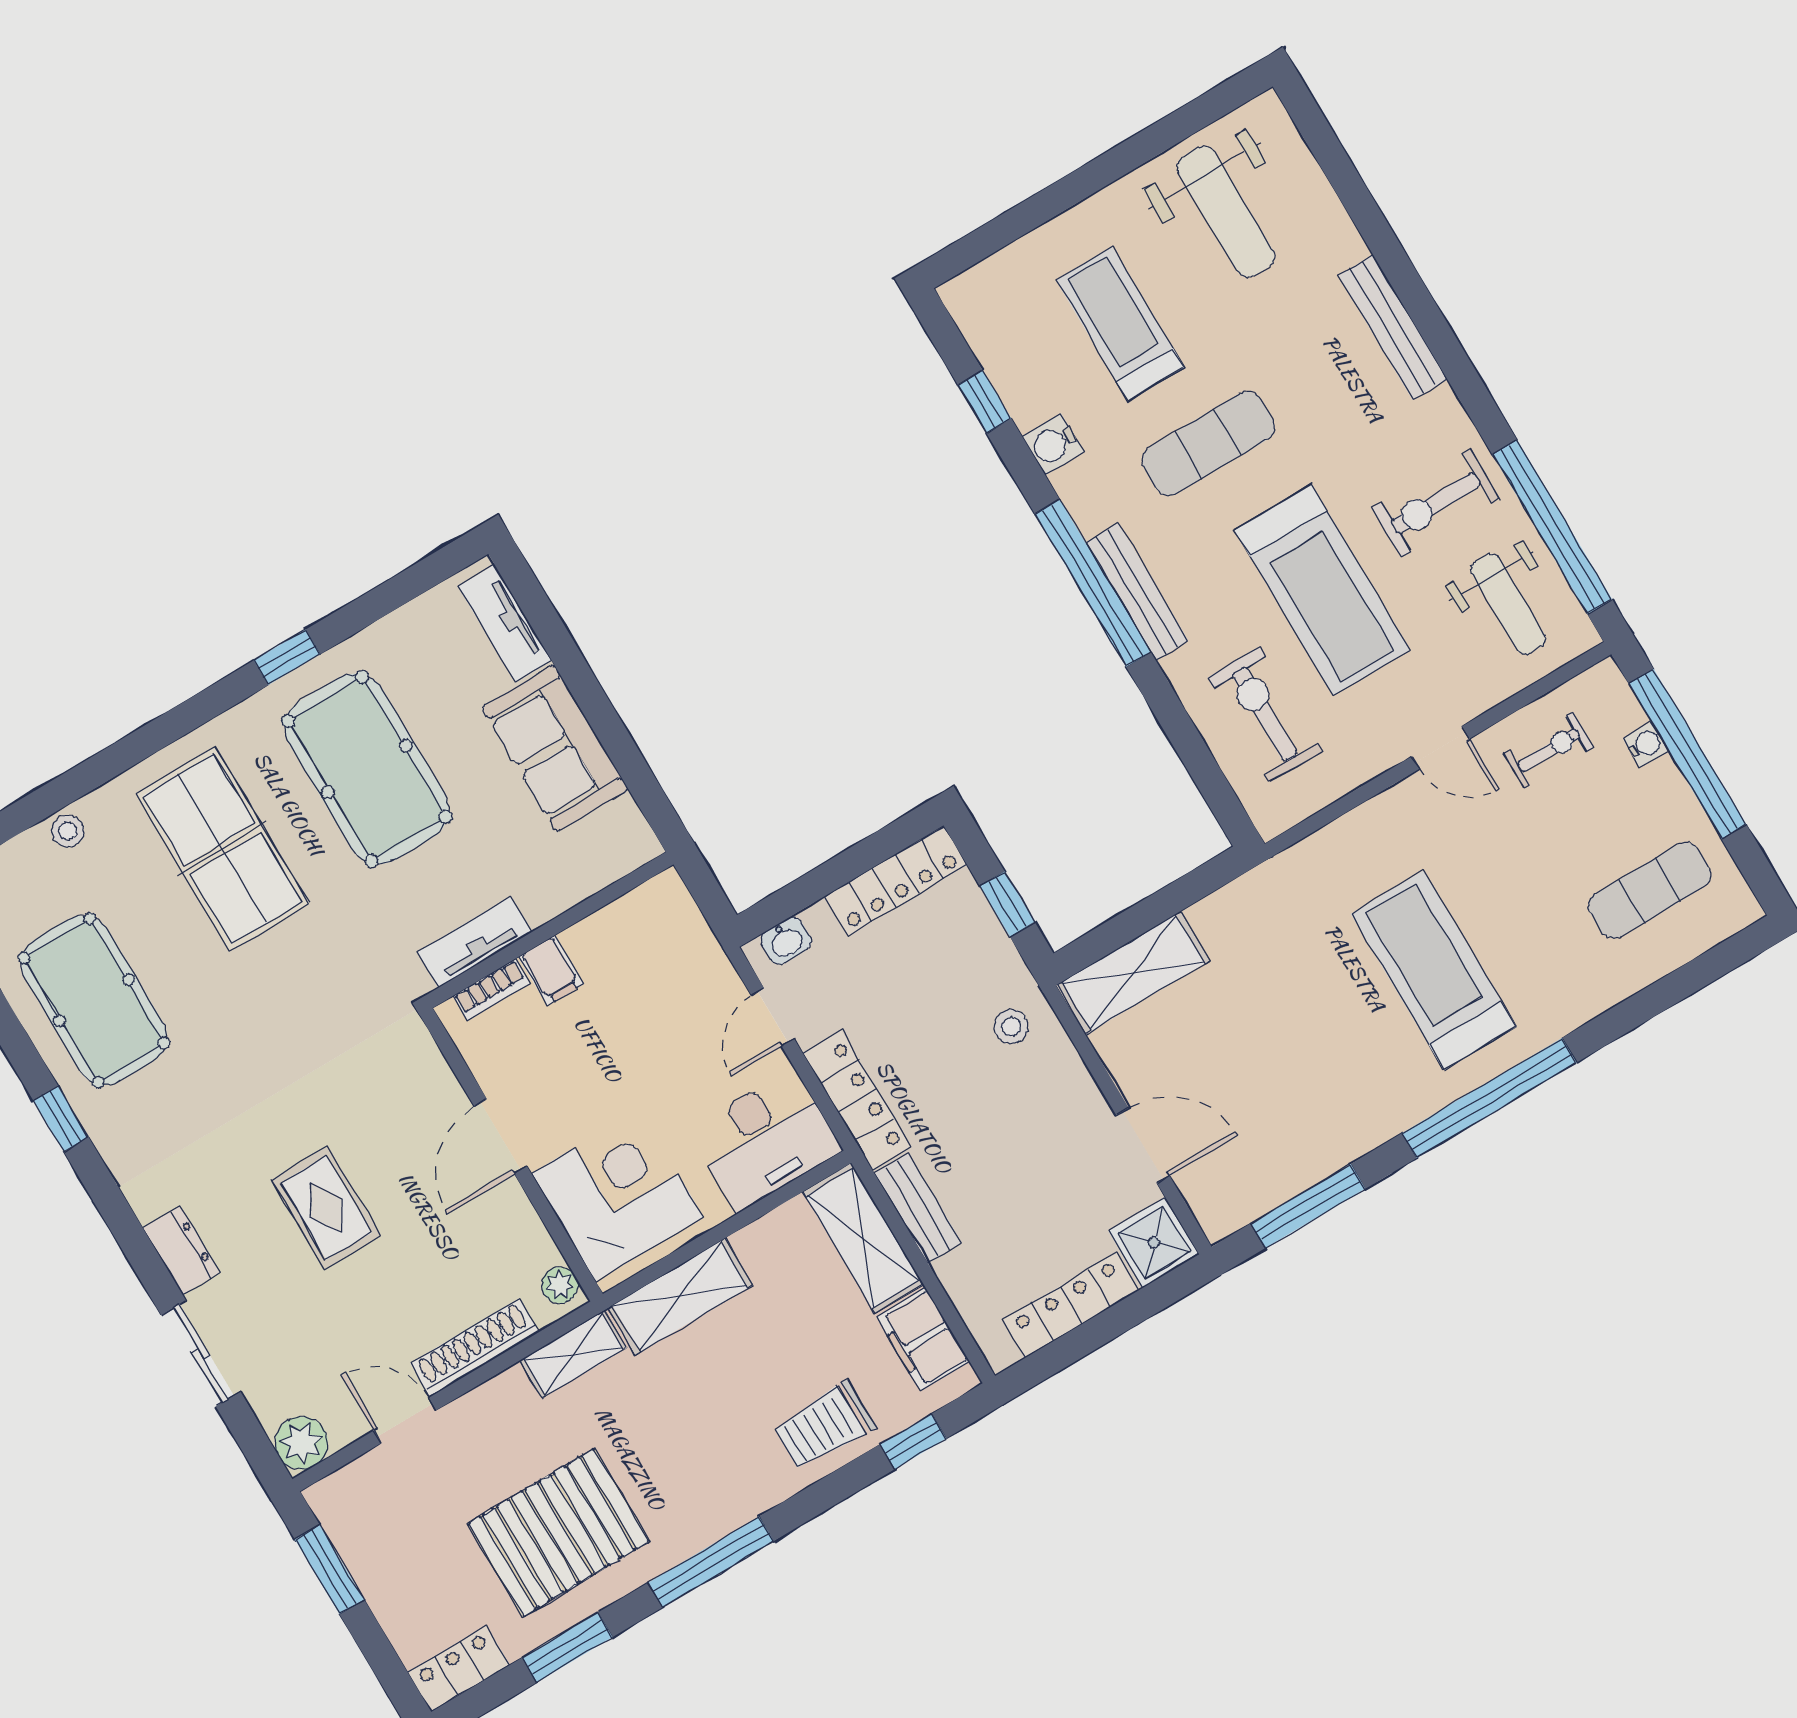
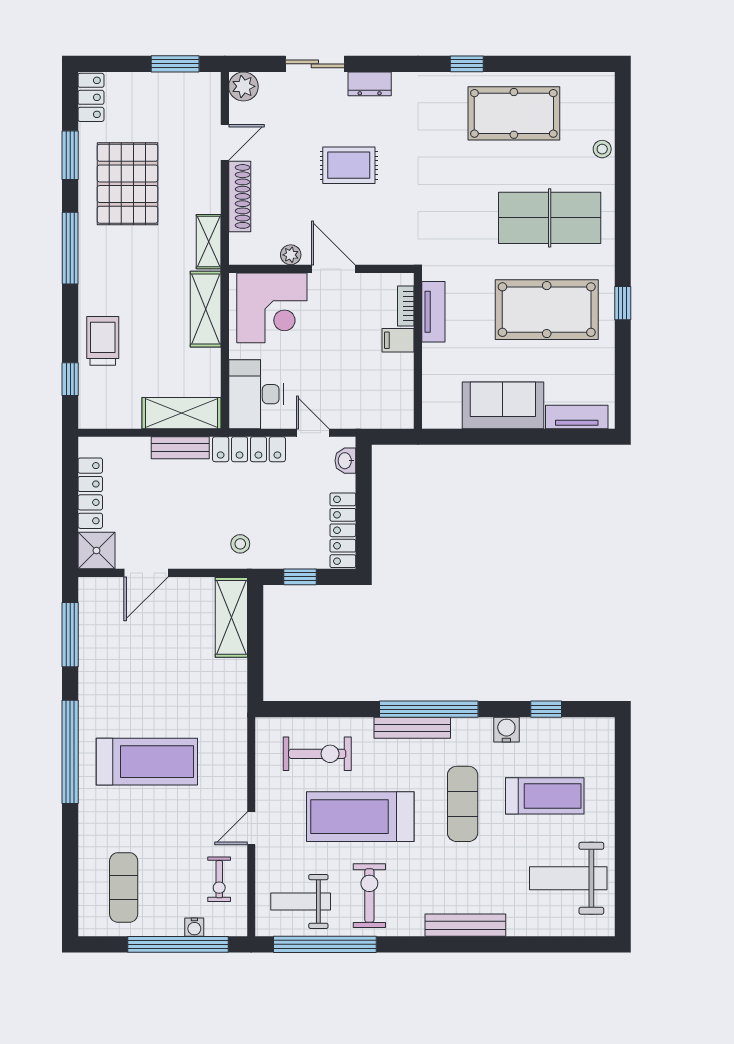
plant: (560, 1285) -> (291, 255), moved
filing cabinet: (923, 1339) -> (116, 413), removed

